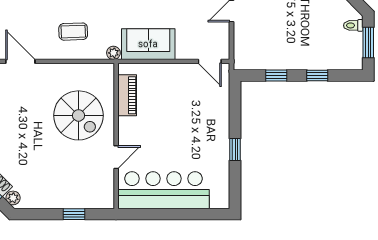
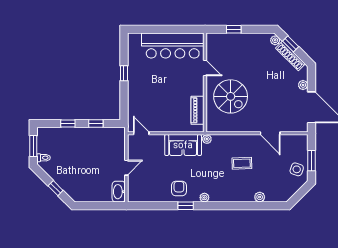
coffee table: (73, 32) -> (242, 163), moved
spiral stairs: (78, 115) -> (231, 96), turned 180
door: (116, 157) -> (205, 68), swing flipped

